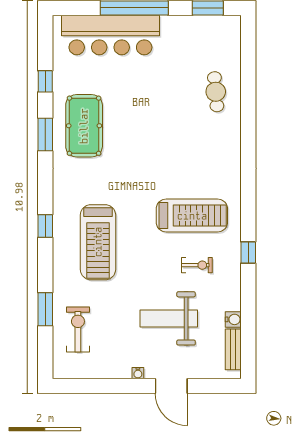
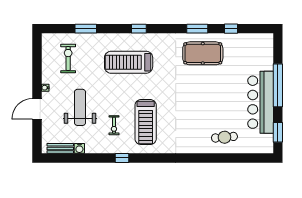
bar counter: (110, 35) -> (261, 102), moved
exercise bike: (78, 330) -> (68, 59), moved, turned -90

